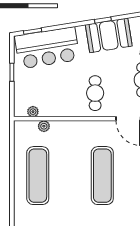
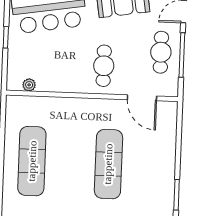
plant: (44, 126) -> (41, 103), removed

